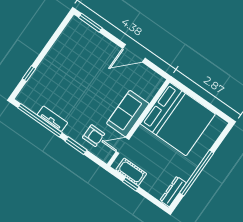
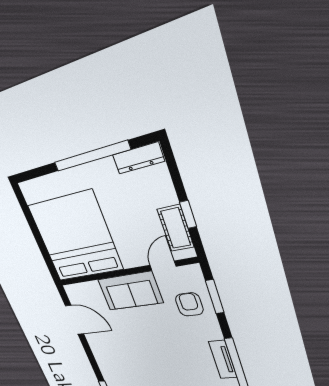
door: (134, 53) -> (74, 320), moved
window: (76, 146) -> (215, 297), moved
door: (122, 146) -> (163, 266), swing flipped

